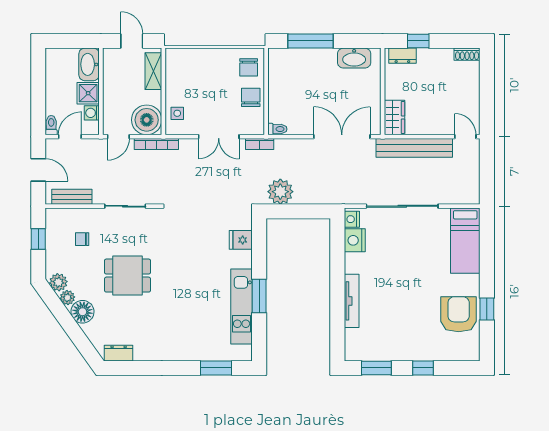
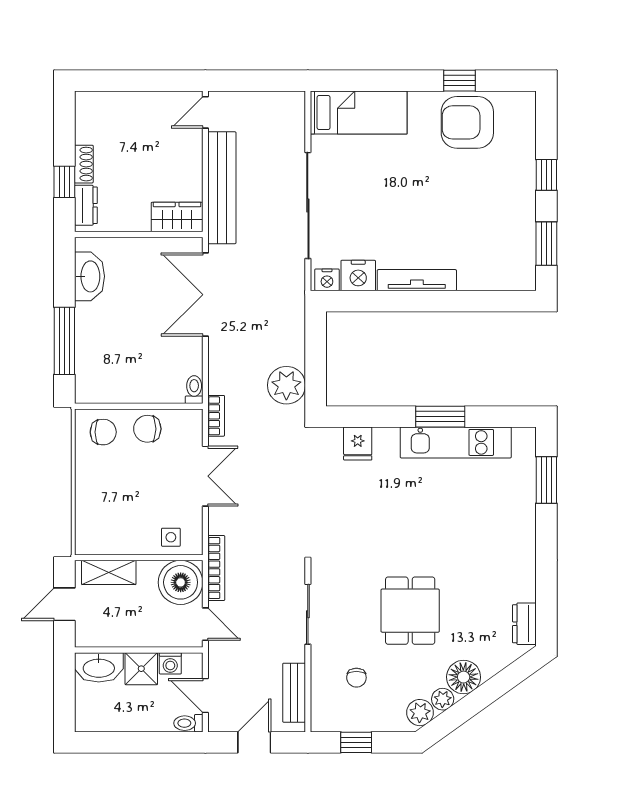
shoe rack: (467, 54) -> (84, 164), moved
tv unit: (352, 301) -> (417, 280), moved

